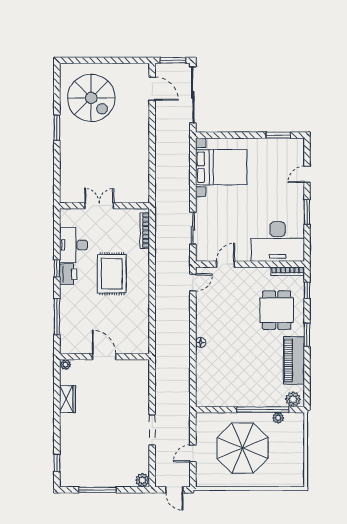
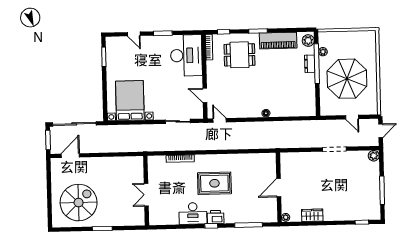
double door: (99, 206) -> (146, 195), moved
wall: (104, 206) -> (146, 191), moved
dresser: (263, 401) -> (310, 64), added

